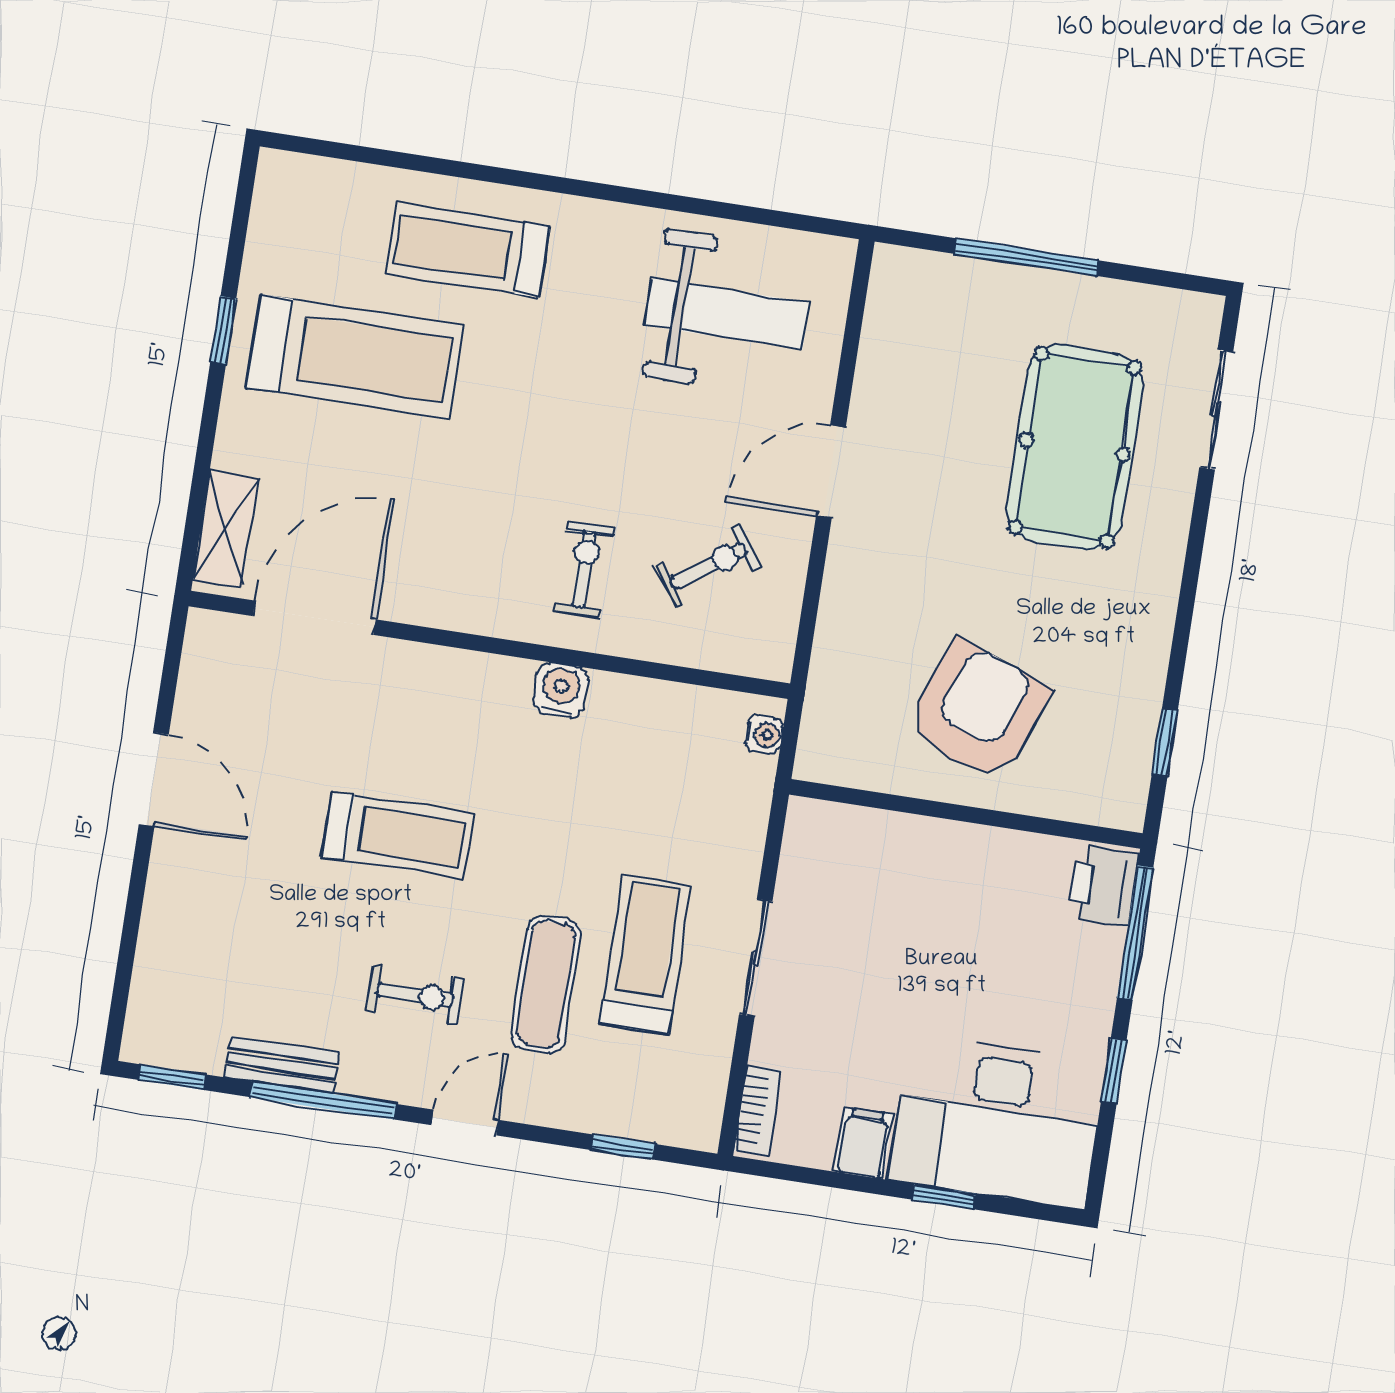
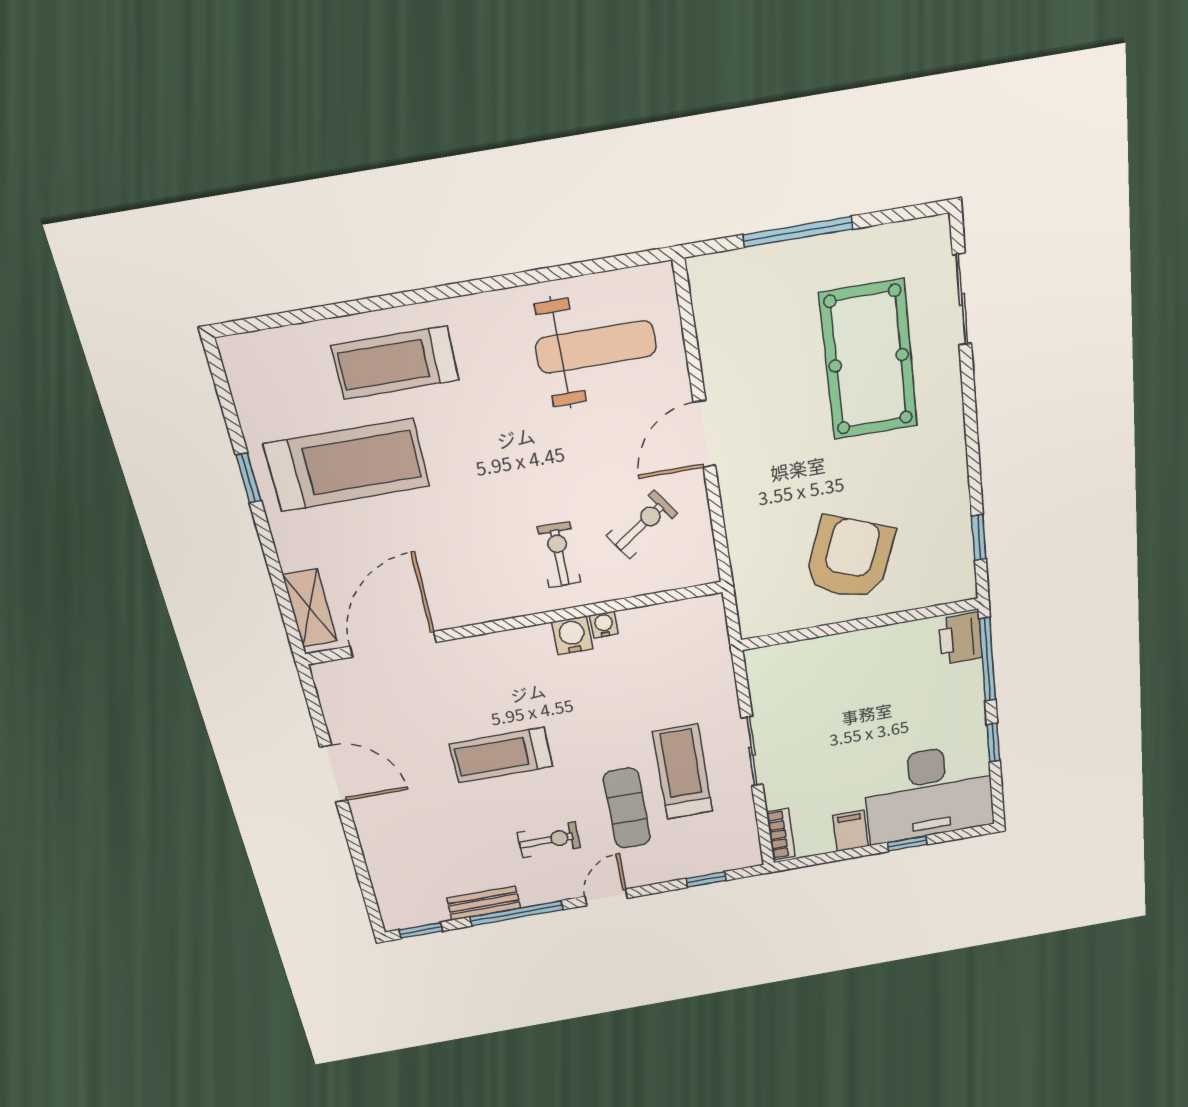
water cooler: (764, 735) -> (604, 625), moved, turned -90
treadmill: (397, 835) -> (501, 755), turned 180

